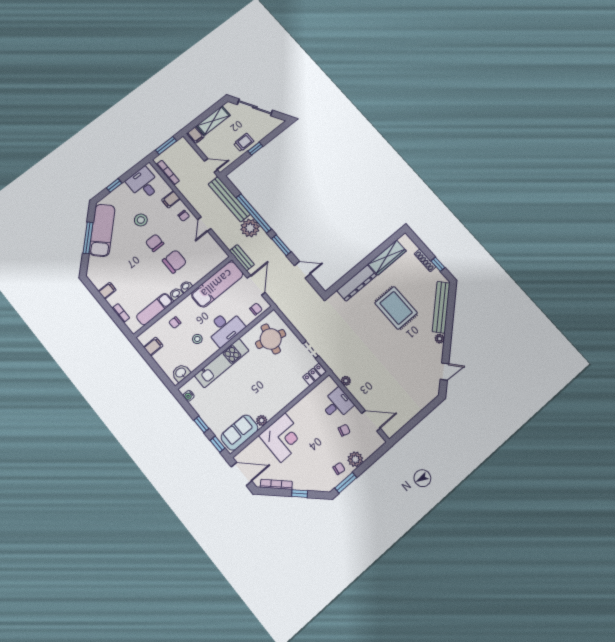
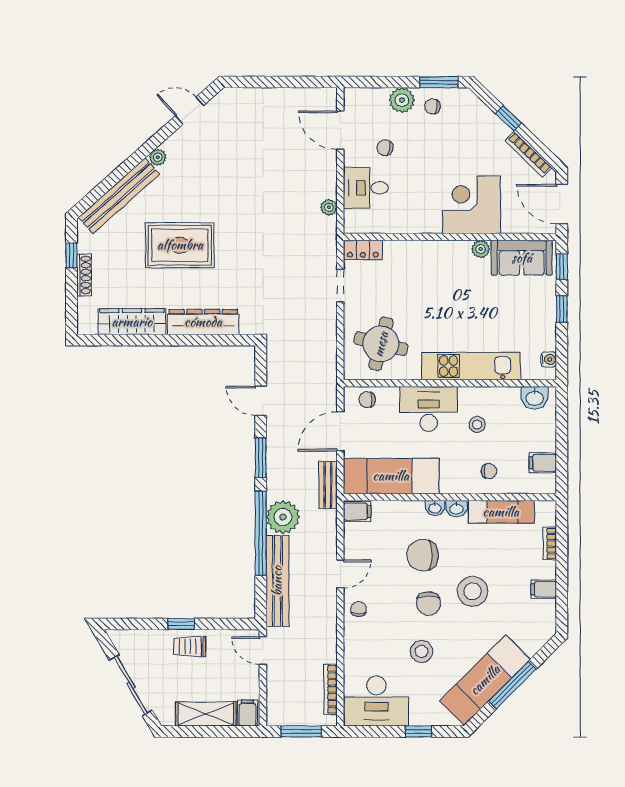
desk: (144, 184) -> (376, 701), width x1.37
filing cabinet: (171, 199) -> (357, 511), moved
stool: (139, 264) -> (473, 591), added
rug: (396, 308) -> (180, 245), turned 90

